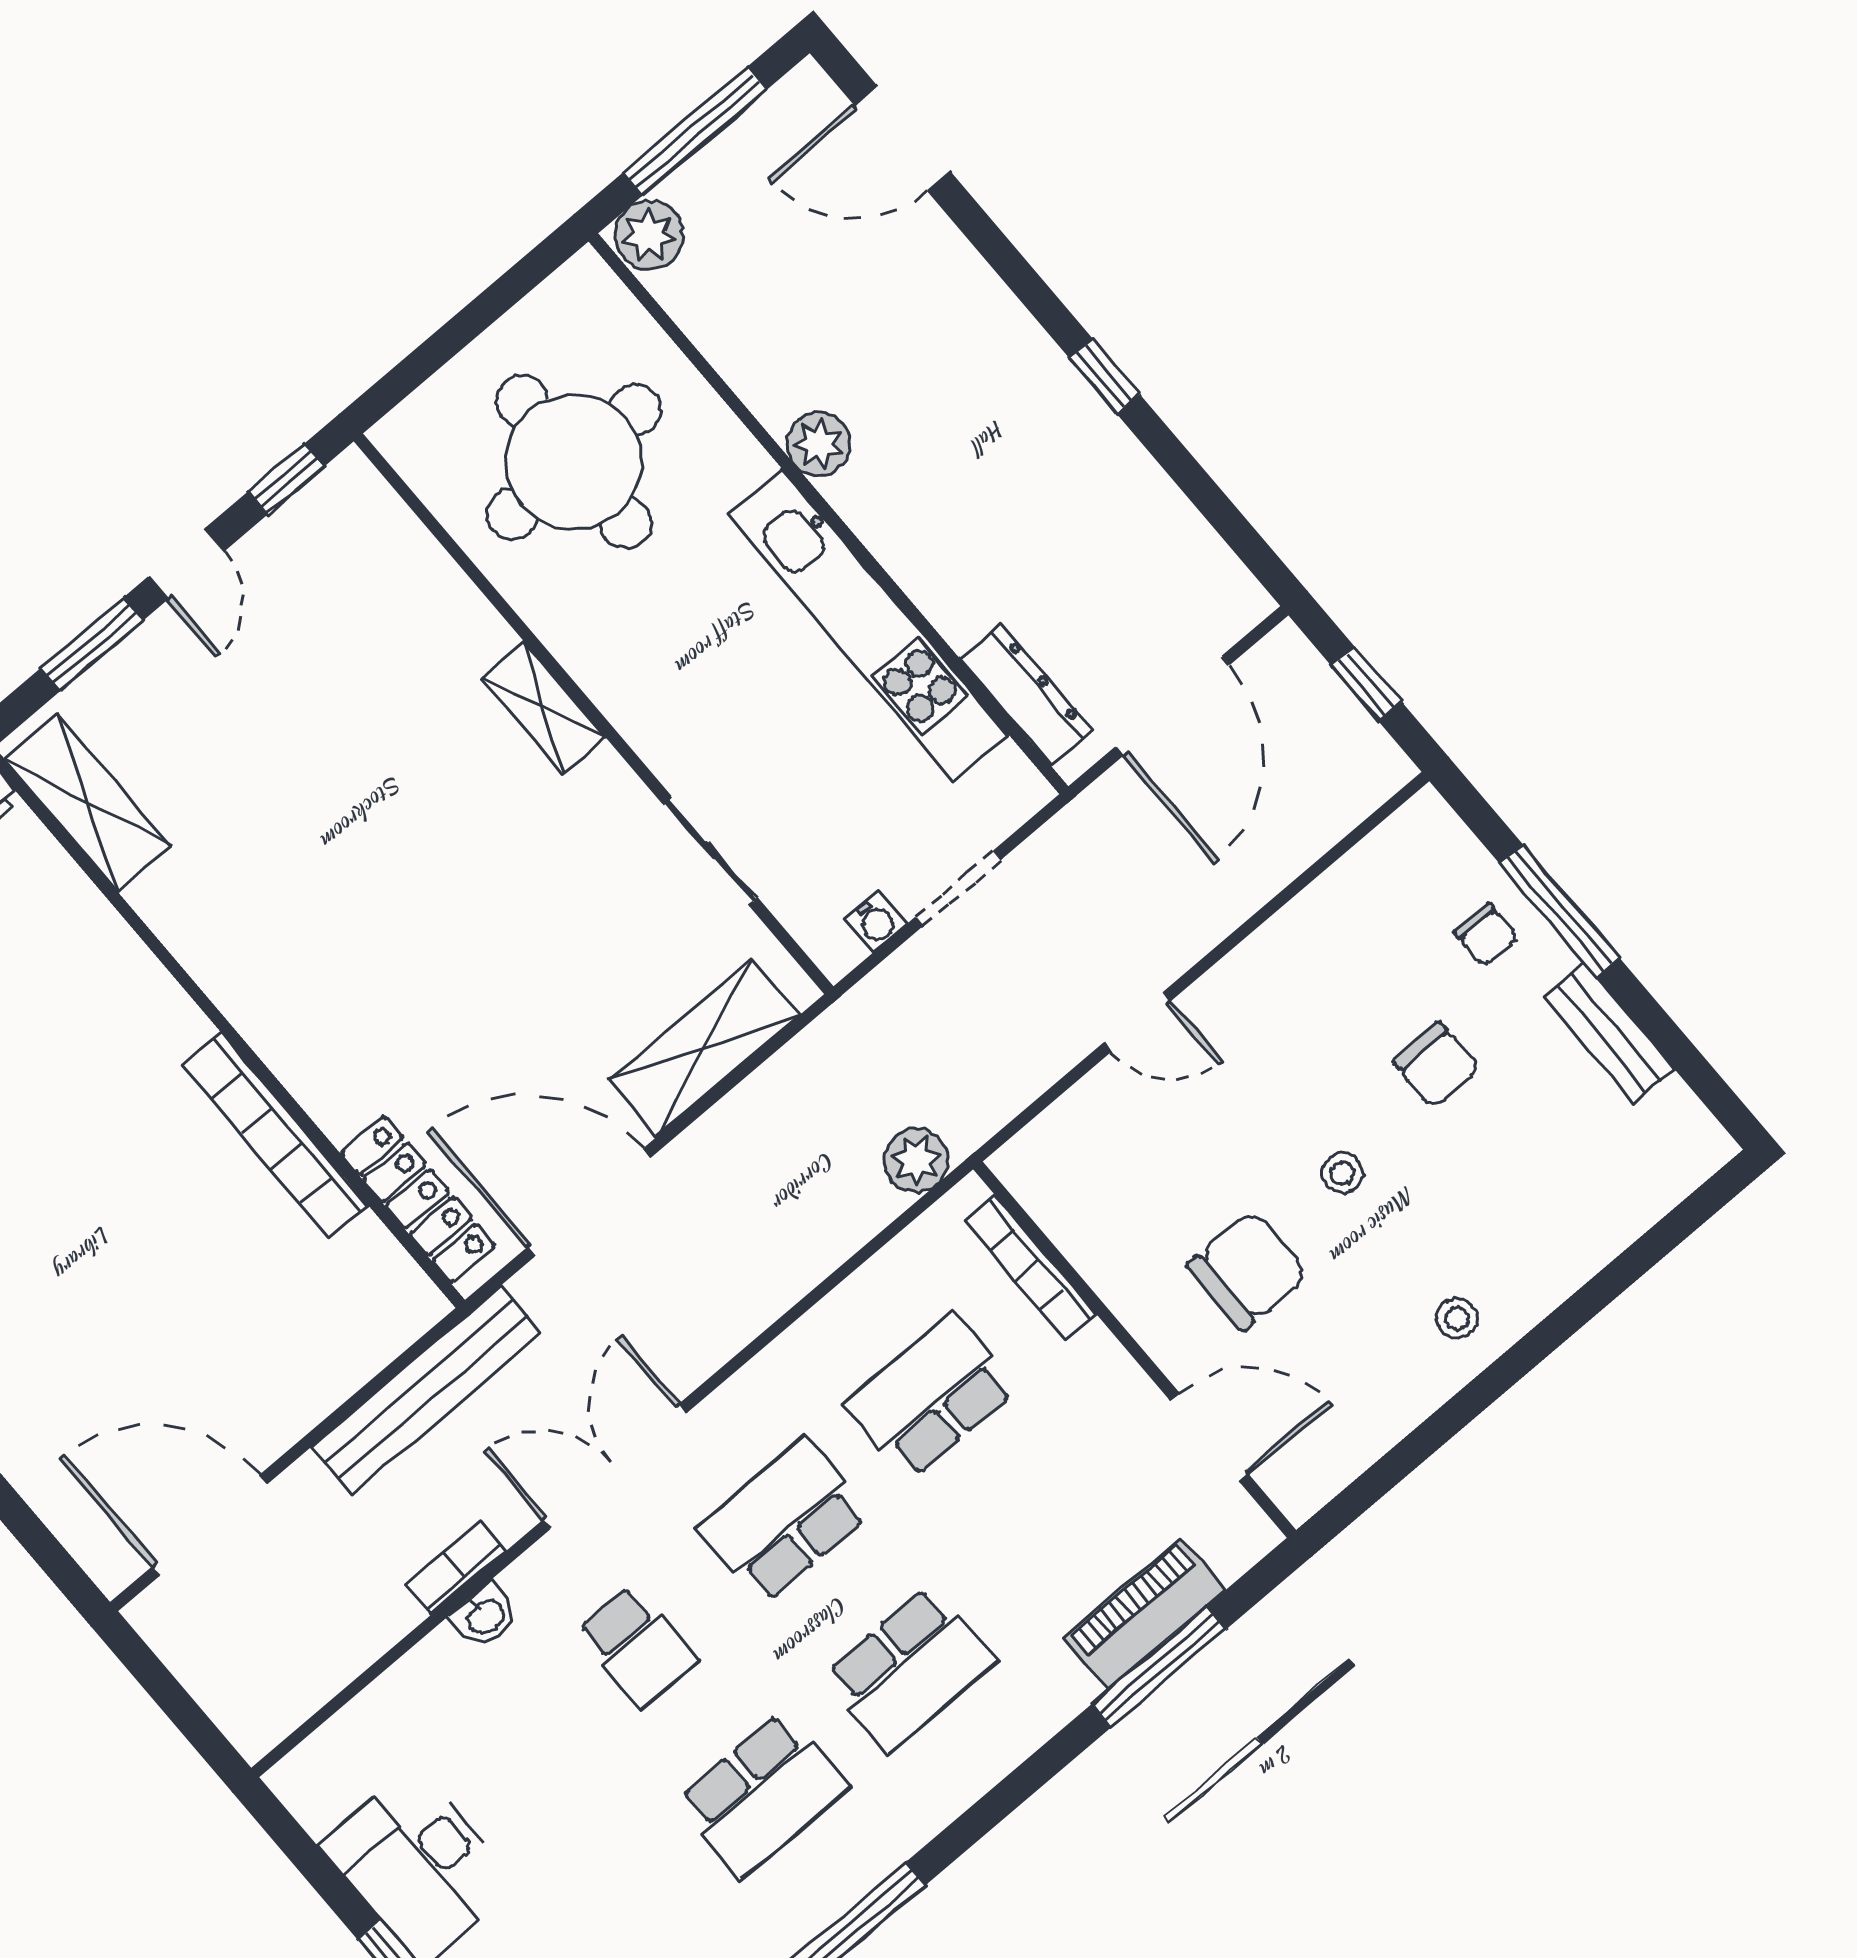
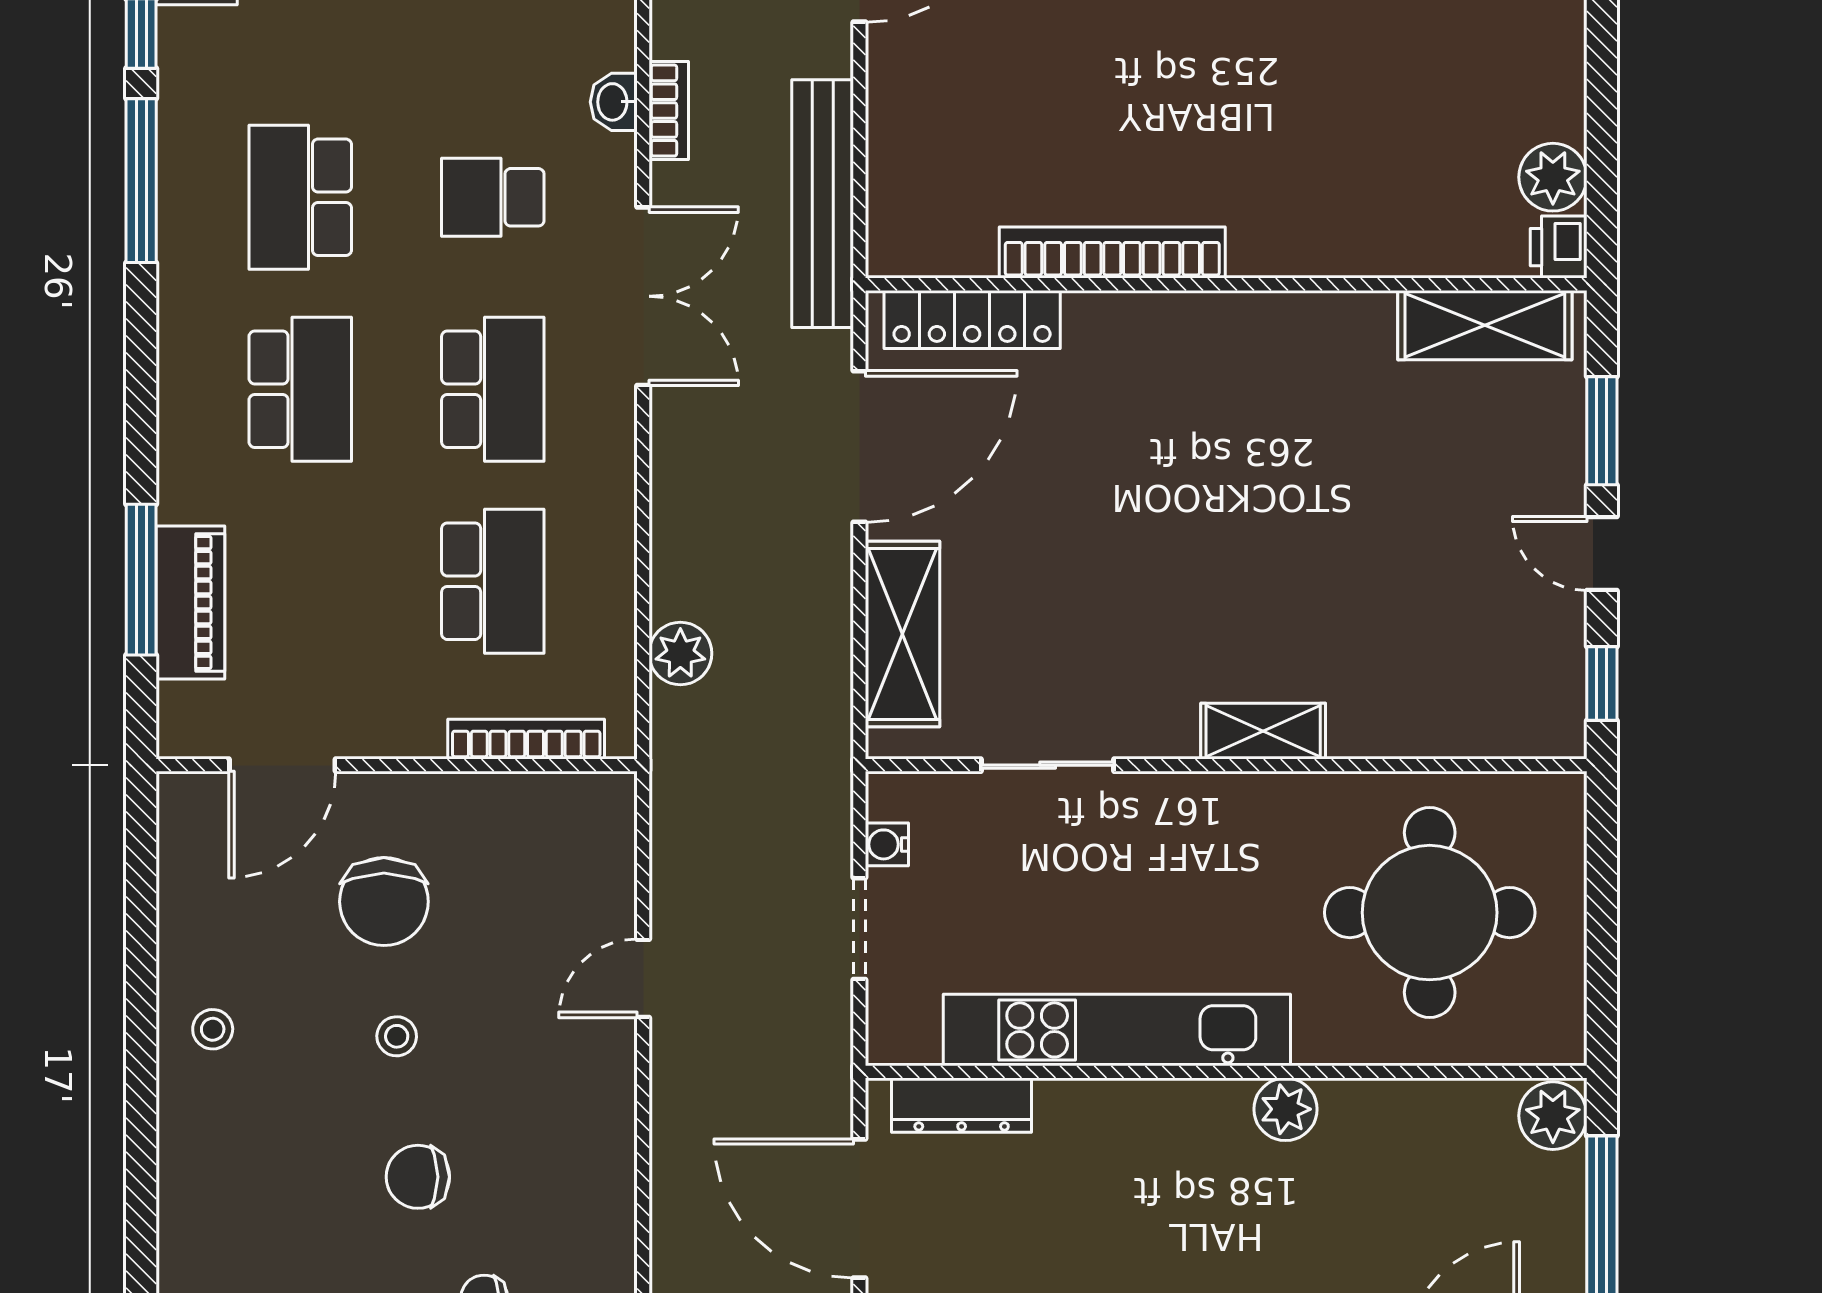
plant: (916, 1161) -> (680, 653), moved
school desk: (909, 1669) -> (300, 389), turned 180

